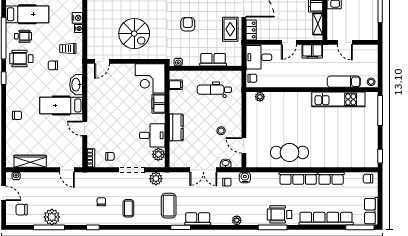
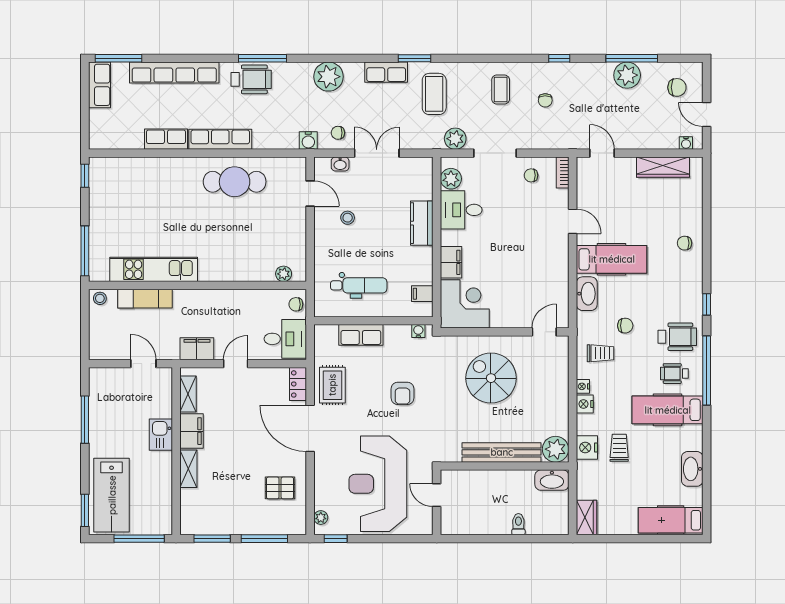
chair: (368, 179) -> (105, 138), removed
plant: (237, 220) -> (328, 77), width x1.87, depth x1.87

